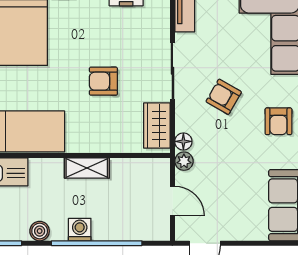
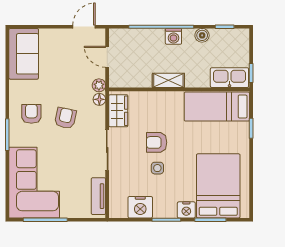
side table: (102, 45) -> (157, 168), added
armchair: (103, 81) -> (157, 142), turned 180
armchair: (224, 97) -> (65, 118), moved, turned -108

